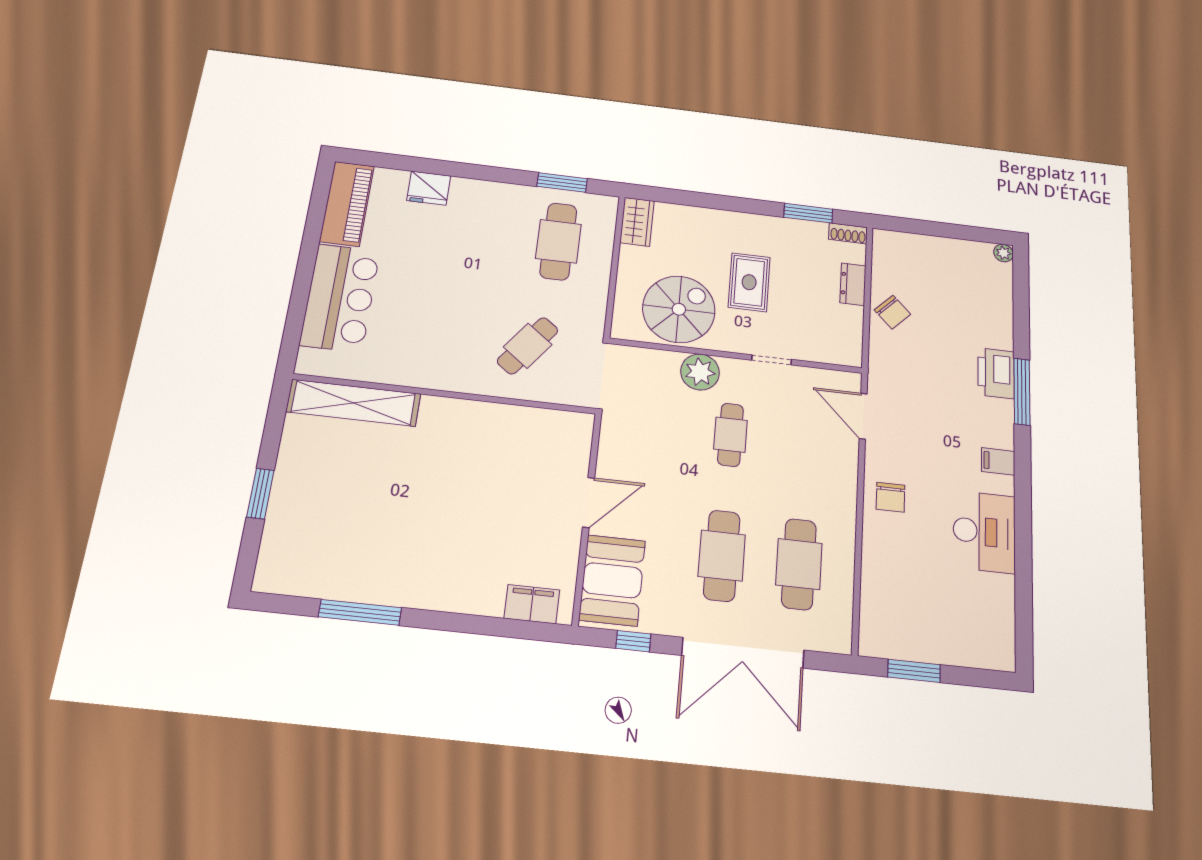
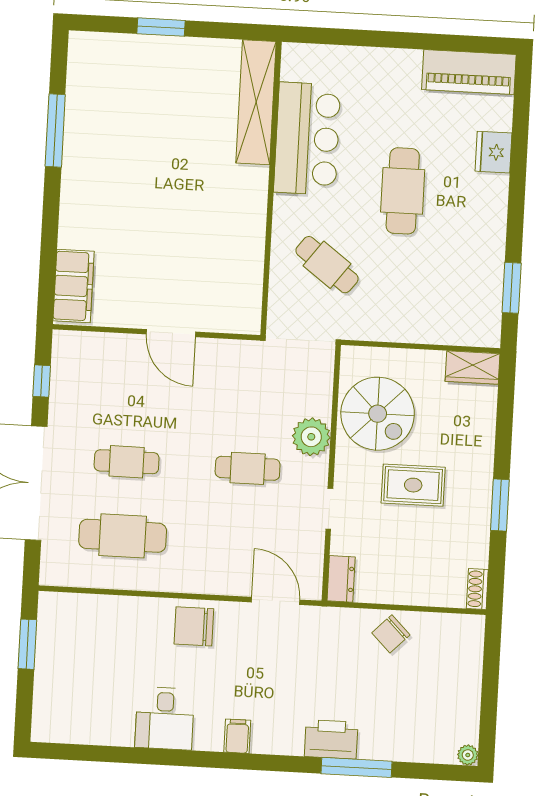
window: (808, 213) -> (500, 505), moved
cafe table: (558, 241) -> (403, 191), moved, turned 90
dresser: (853, 284) -> (341, 579), moved, turned 90
bar counter: (340, 298) -> (307, 139), moved, turned -90
window: (1022, 392) -> (357, 767), moved
door: (863, 416) -> (276, 601), hinge flipped
chair: (890, 497) -> (194, 626), width x1.37, depth x1.37
desk: (984, 532) -> (165, 718), width x0.73
cafe table: (722, 556) -> (127, 462), width x0.73, depth x0.74
booth: (612, 580) -> (97, 359), removed
filing cabinet: (532, 604) -> (74, 286), width x1.50, depth x1.17

